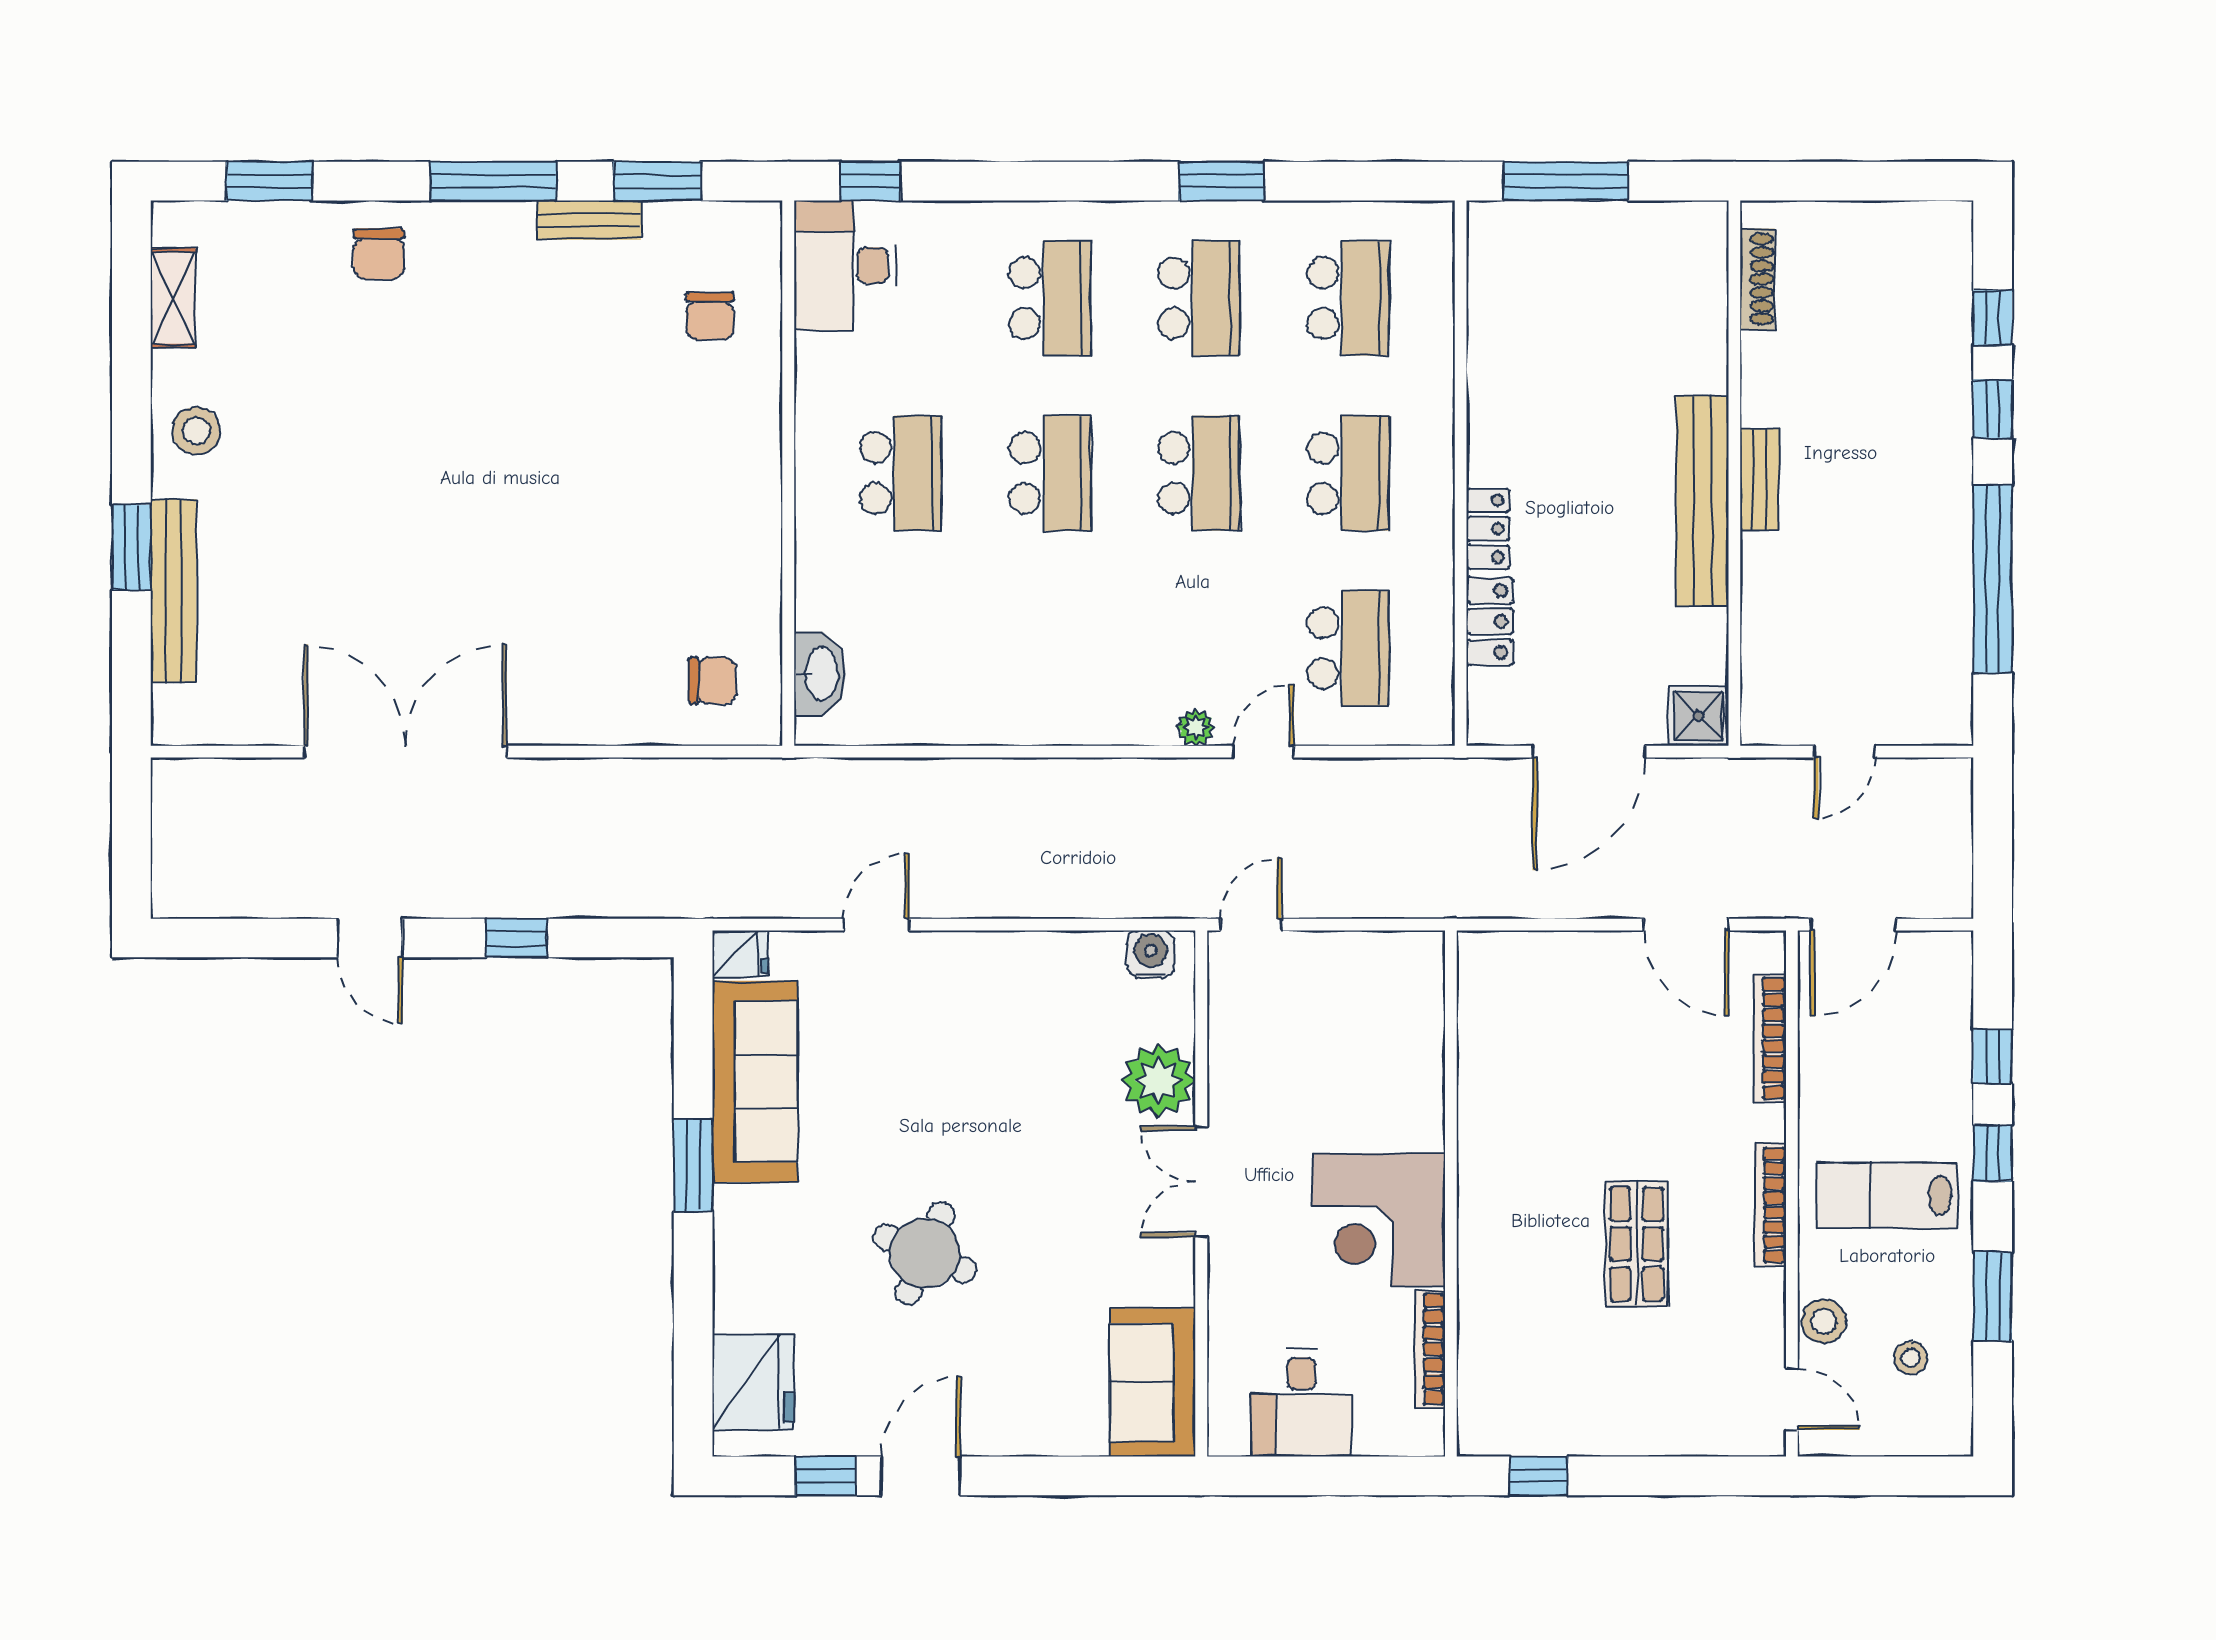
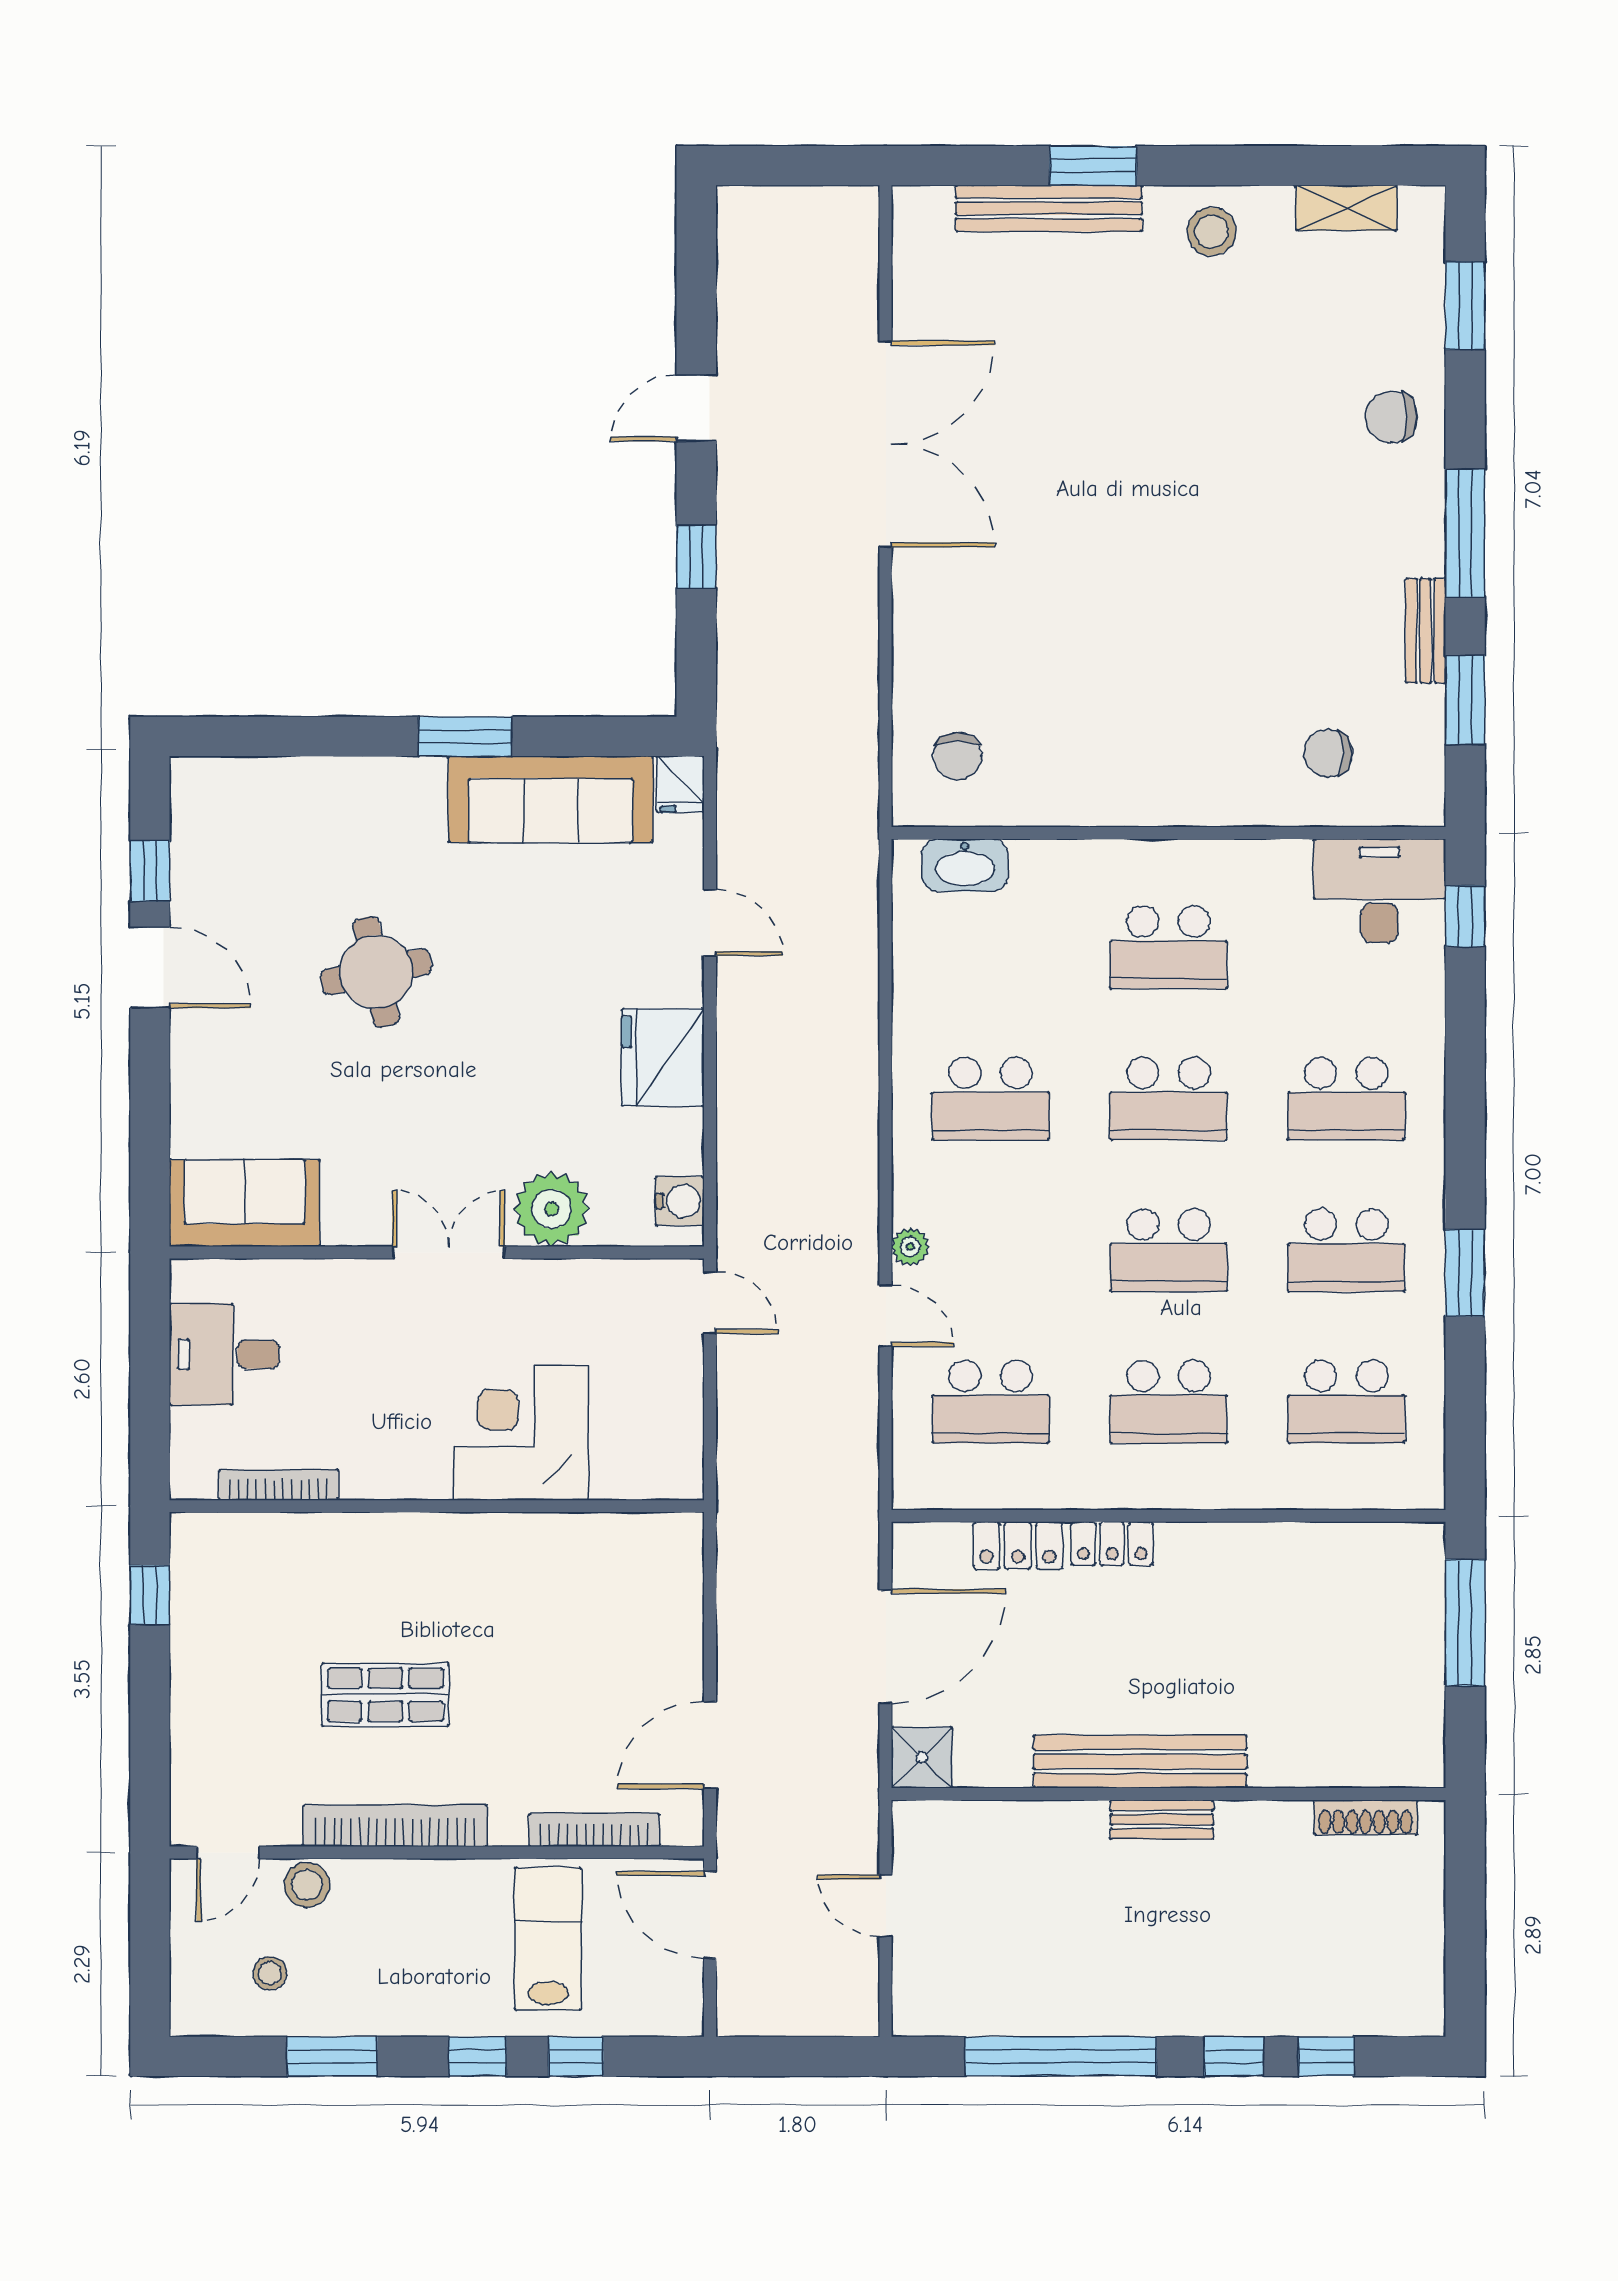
school desk: (1050, 648) -> (991, 1099), added
door: (1589, 752) -> (886, 1646), swing flipped
lab bench: (1887, 1196) -> (548, 1939), moved
bookcase: (1771, 1205) -> (395, 1826), width x1.48, depth x1.31
corner desk: (1379, 1220) -> (521, 1433), moved
round table: (925, 1253) -> (376, 972), turned -35
fridge: (753, 1382) -> (663, 1057), moved, turned 90

